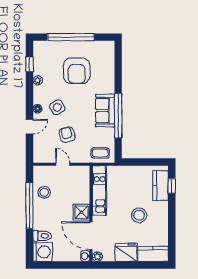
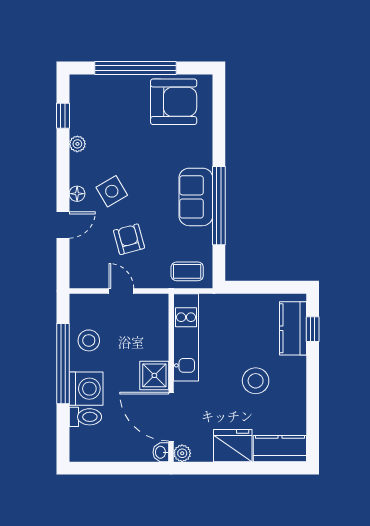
armchair: (77, 71) -> (174, 102), moved, turned -90
washing machine: (43, 252) -> (86, 389), moved

